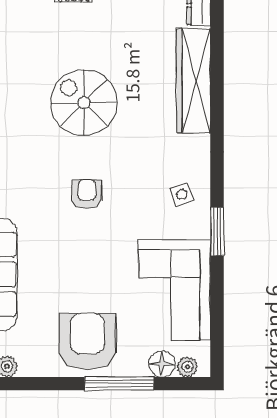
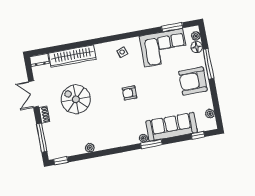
spiral stairs: (84, 103) -> (76, 99), moved, turned 90
window: (217, 232) -> (172, 27), moved

